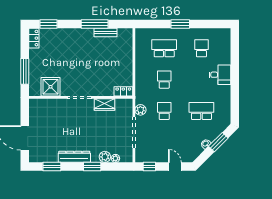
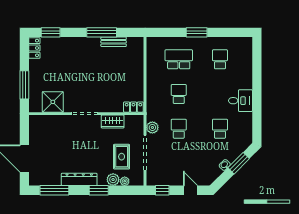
desk: (220, 75) -> (240, 101), moved
school desk: (201, 111) -> (220, 129), width x0.54
rug: (113, 136) -> (122, 157), added
window: (52, 167) -> (54, 190), width x1.44

